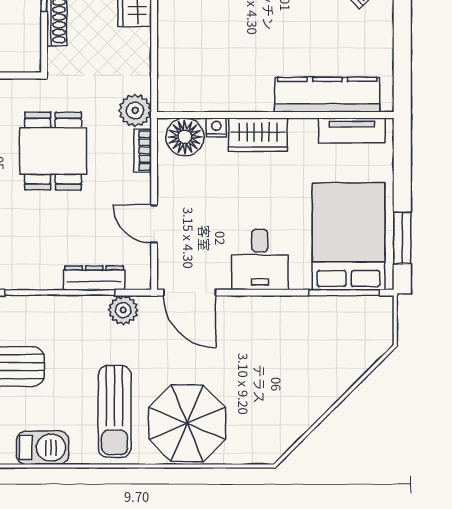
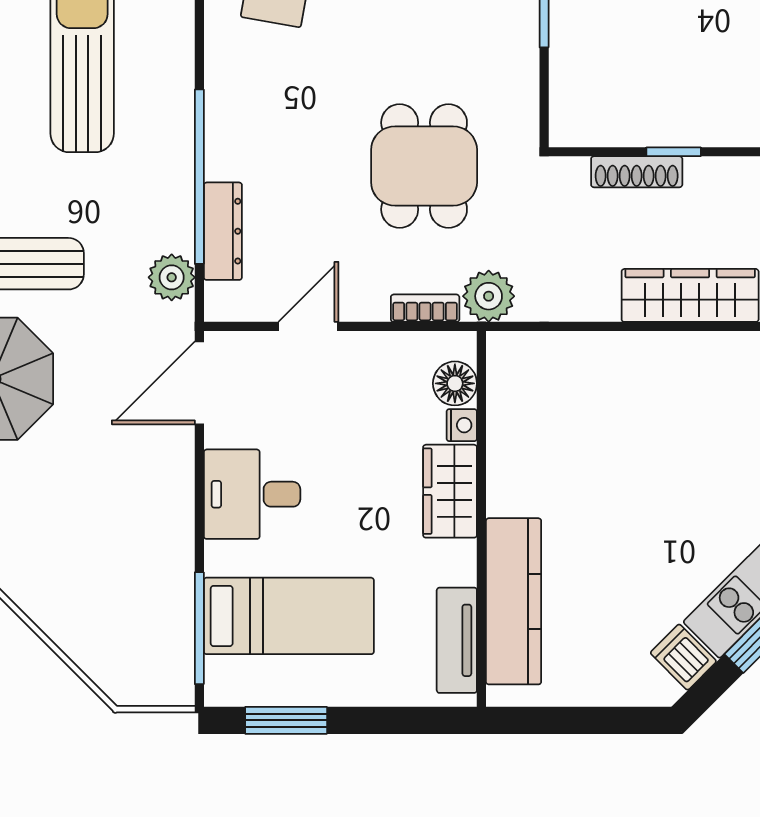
floor lamp: (185, 137) -> (455, 383), width x0.73, depth x0.73
dining table: (53, 151) -> (424, 166), turned 90
bed: (349, 236) -> (289, 616), width x0.67

